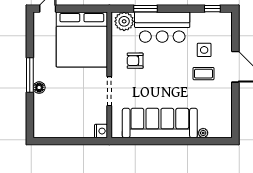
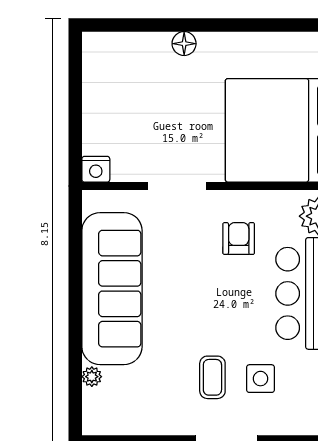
window: (30, 75) -> (210, 25), removed

